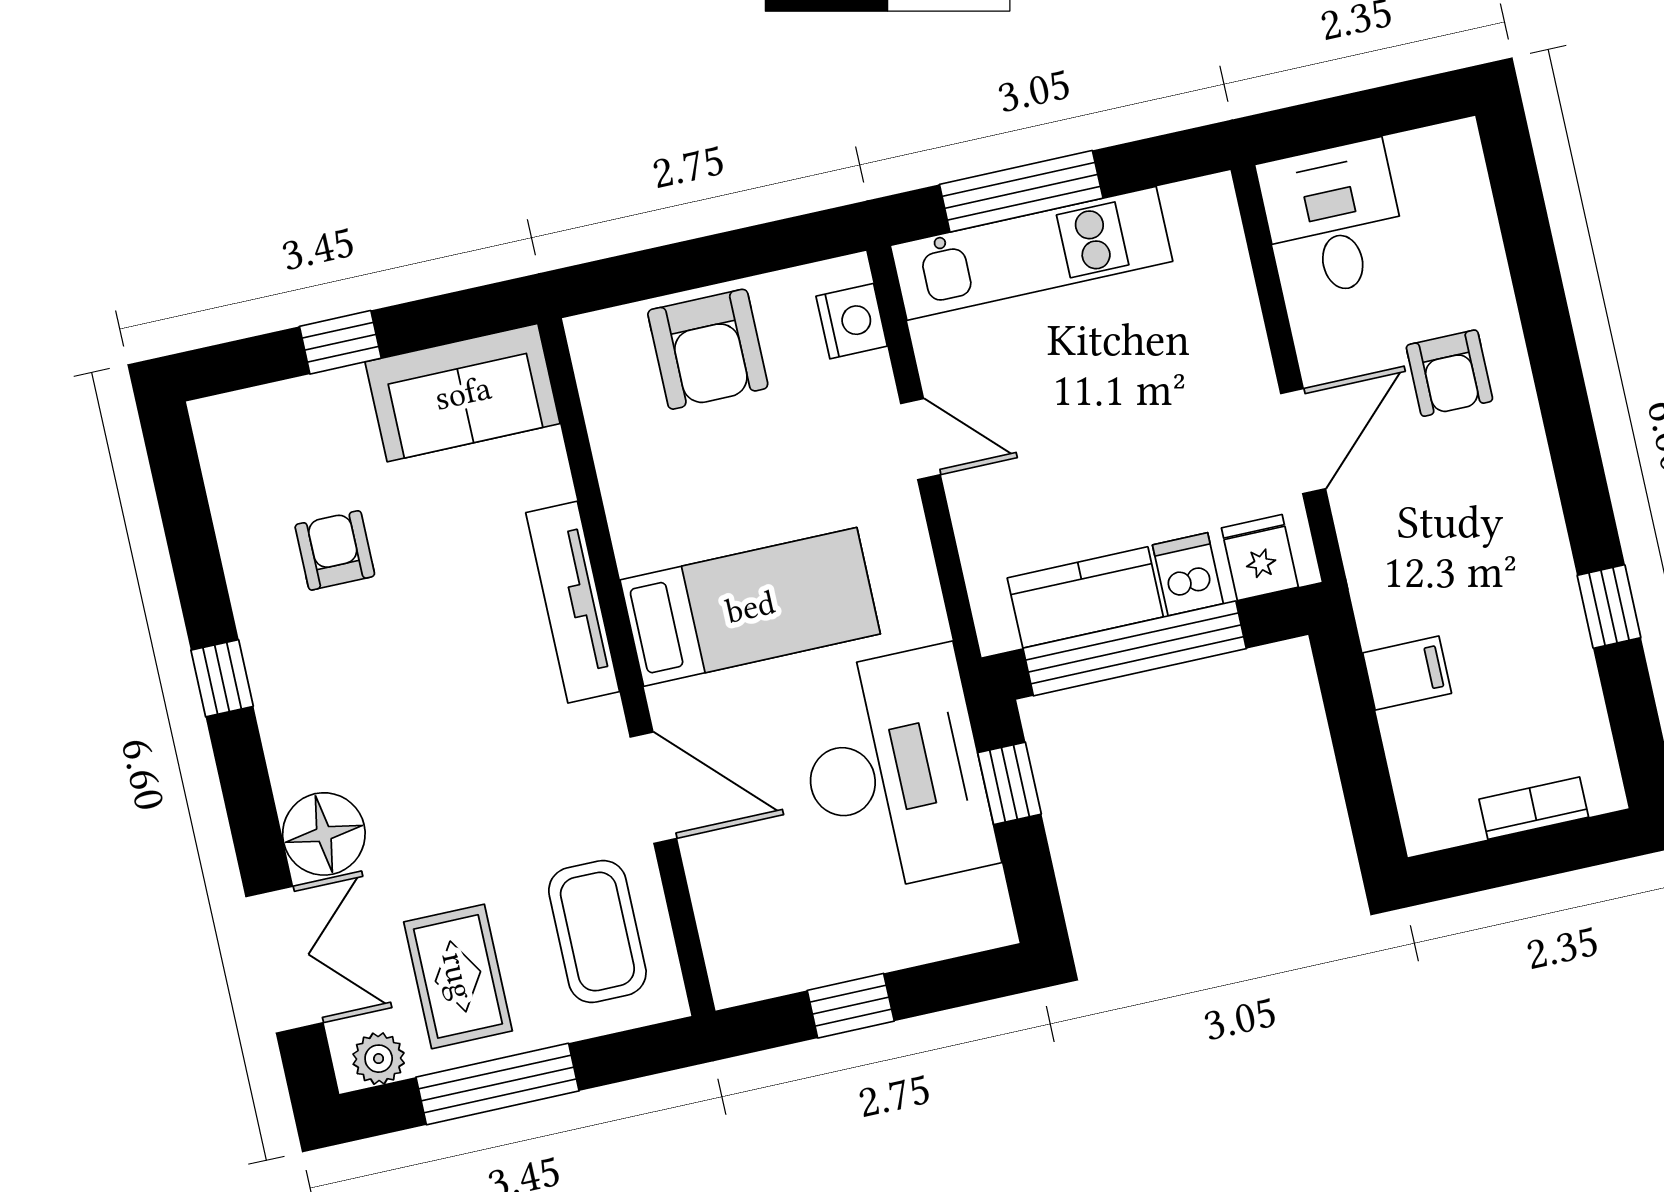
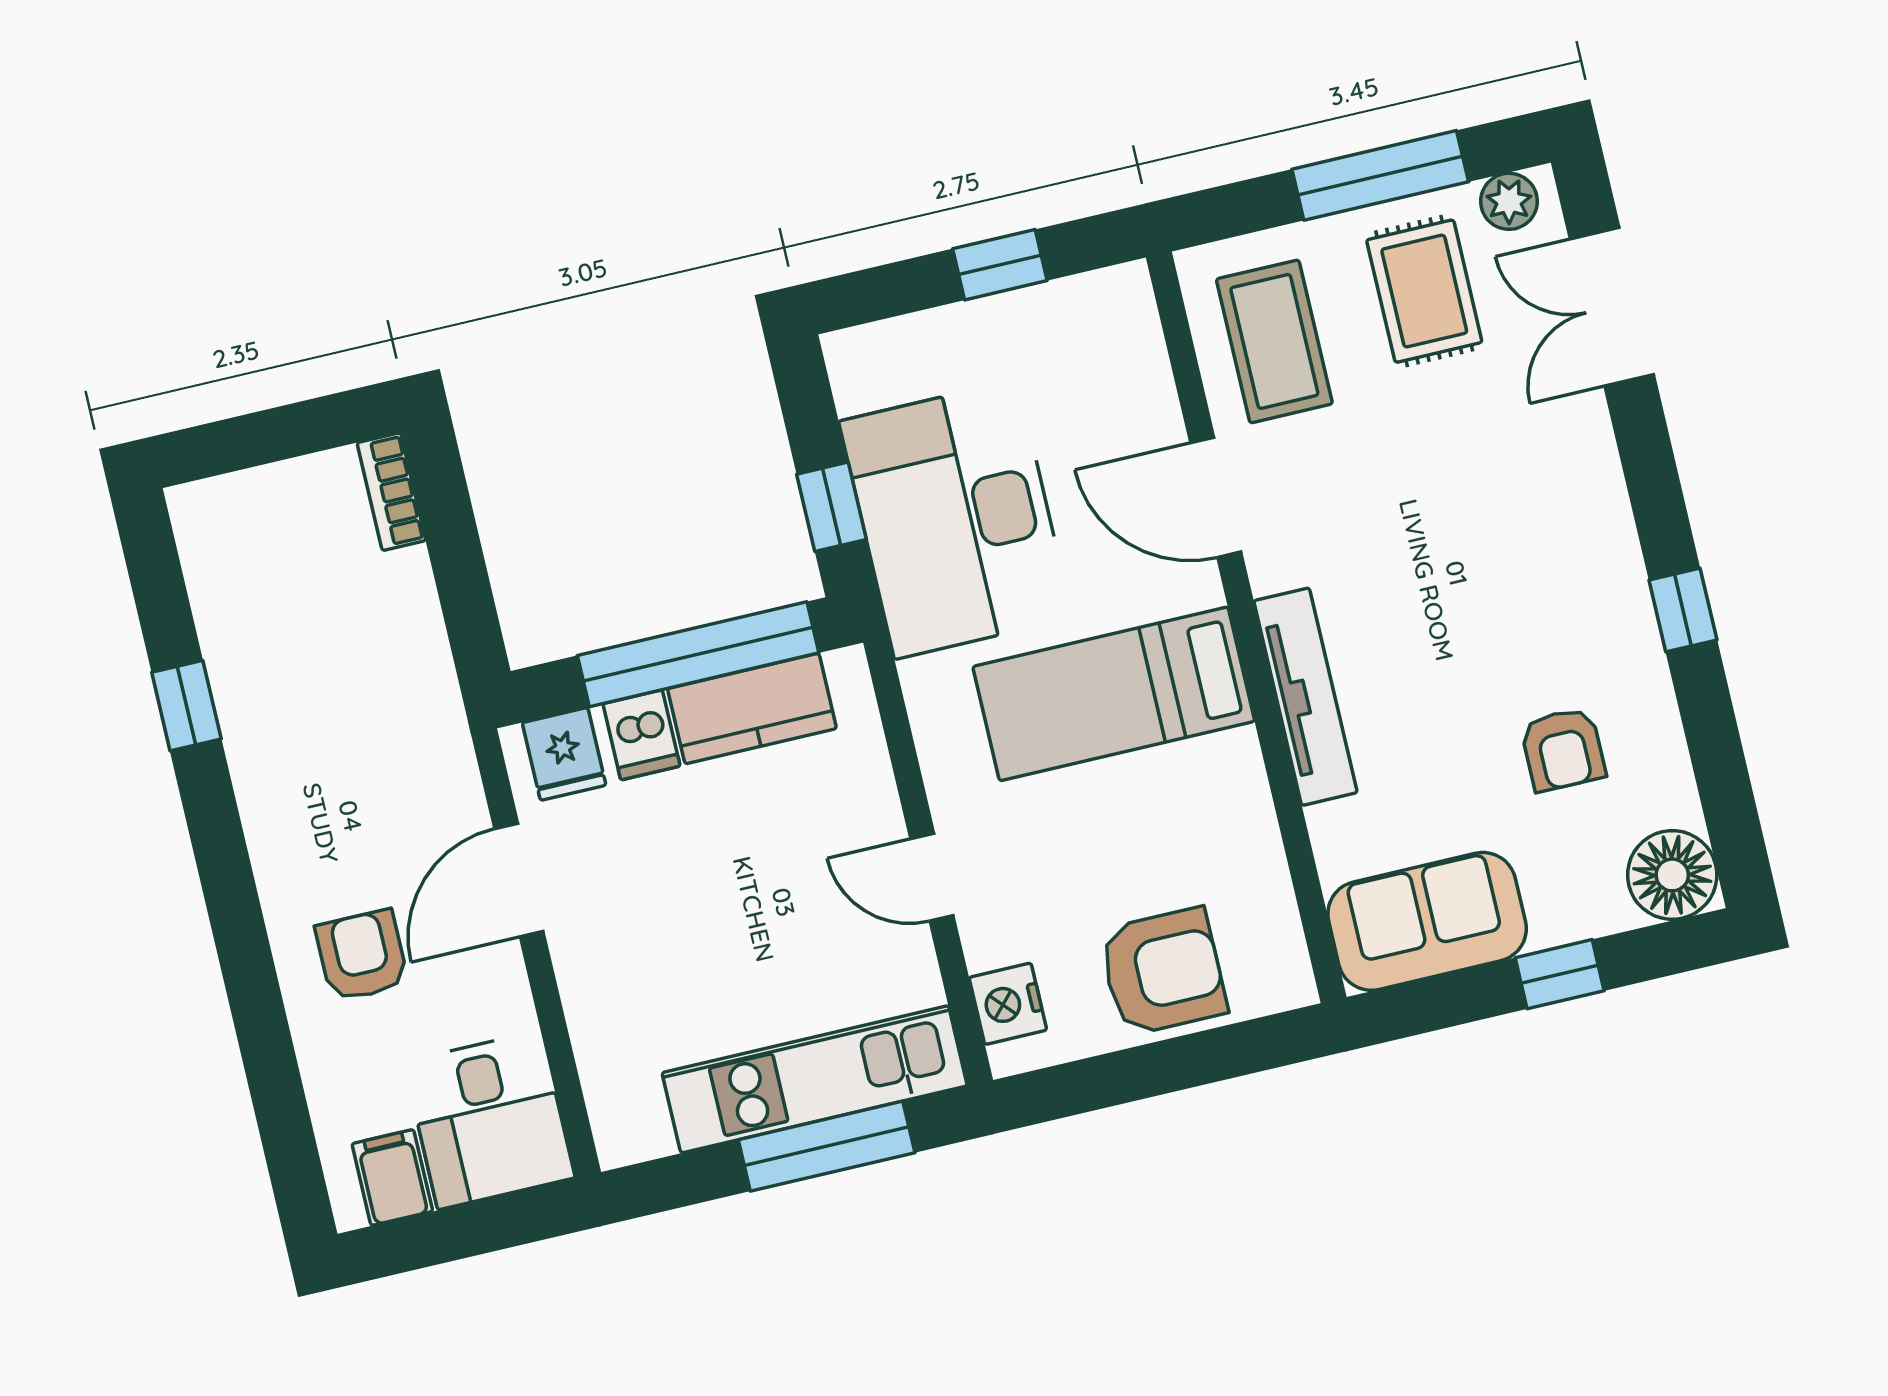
armchair: (708, 349) -> (1163, 972), turned 90
filing cabinet: (1407, 673) -> (392, 1178), moved, turned 90
bookcase: (1534, 808) -> (391, 492), moved, turned 90
floor lamp: (324, 834) -> (1672, 875), moved

